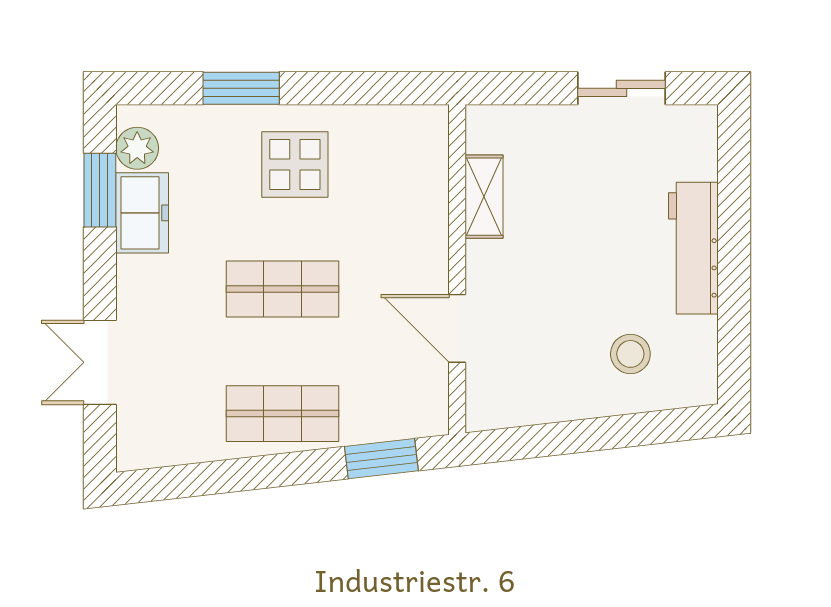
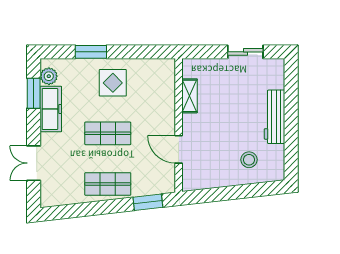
freezer: (142, 213) -> (51, 109), width x1.40

